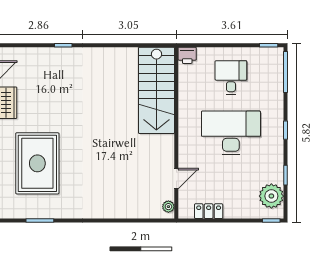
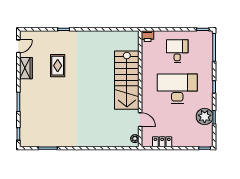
stairs: (156, 90) -> (127, 80), moved
rug: (37, 163) -> (58, 66), moved, width x0.54, depth x0.49
door: (176, 179) -> (140, 120), hinge flipped
plant: (271, 196) -> (205, 116), moved

